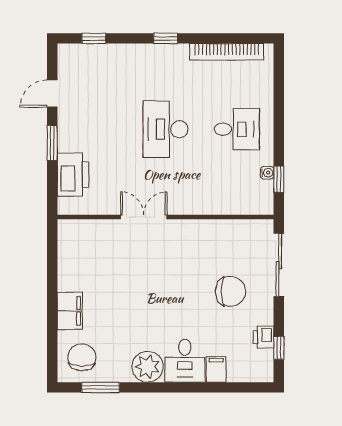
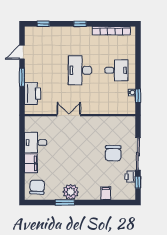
sliding door: (279, 265) -> (138, 154), moved
chair: (231, 291) -> (113, 153), turned 90
desk: (185, 361) -> (36, 143), moved, turned 90
window: (101, 387) -> (65, 202), moved

